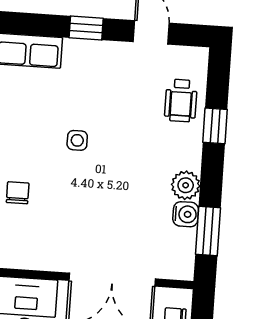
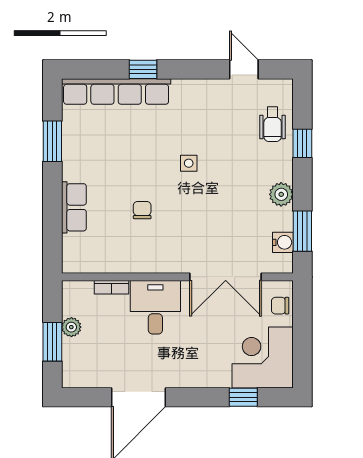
window: (86, 28) -> (143, 69), moved
water cooler: (186, 214) -> (283, 242), moved

